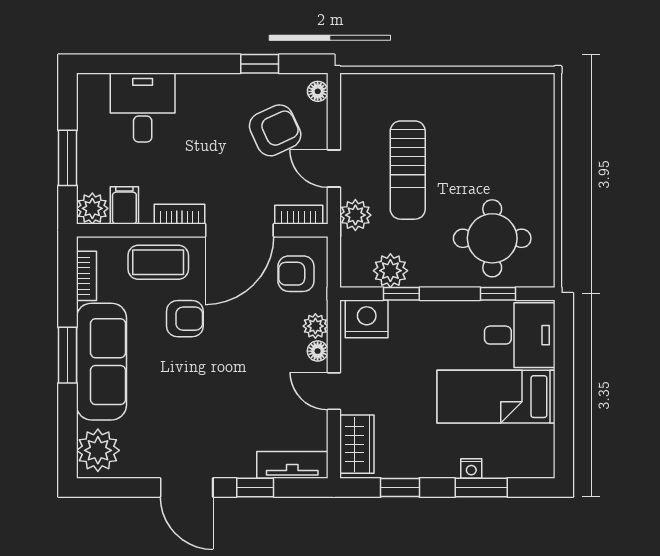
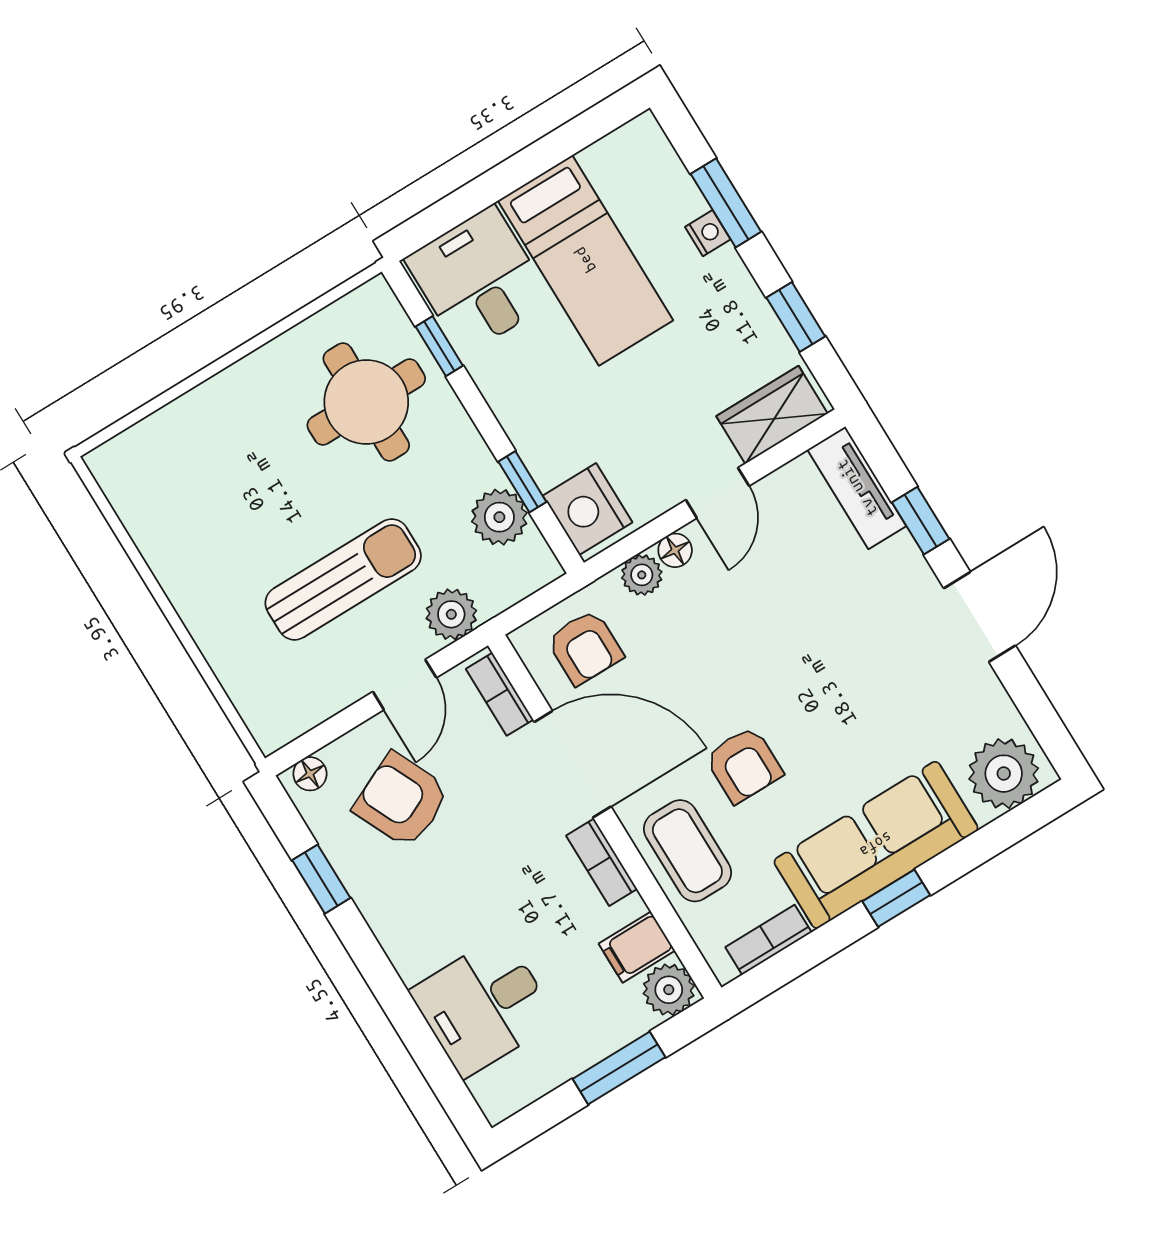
armchair: (185, 319) -> (744, 765), turned 180
window: (68, 355) -> (896, 898), width x0.67

